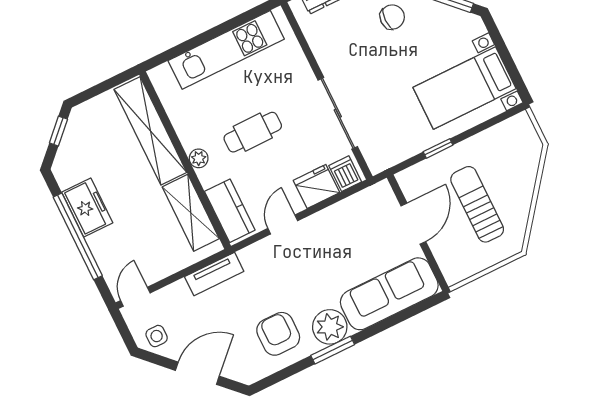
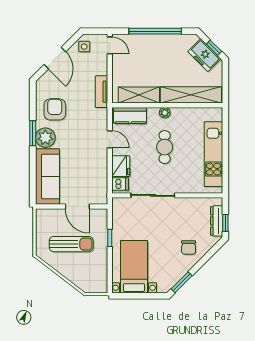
freezer: (87, 207) -> (204, 55), moved, turned 45
armchair: (278, 334) -> (55, 109), turned -90

